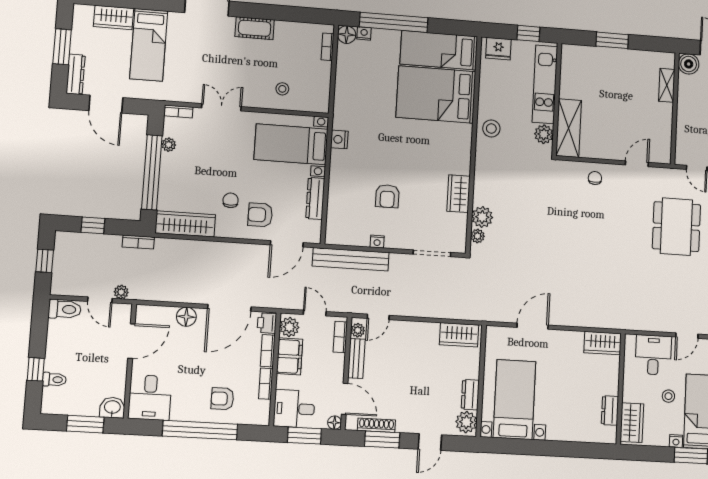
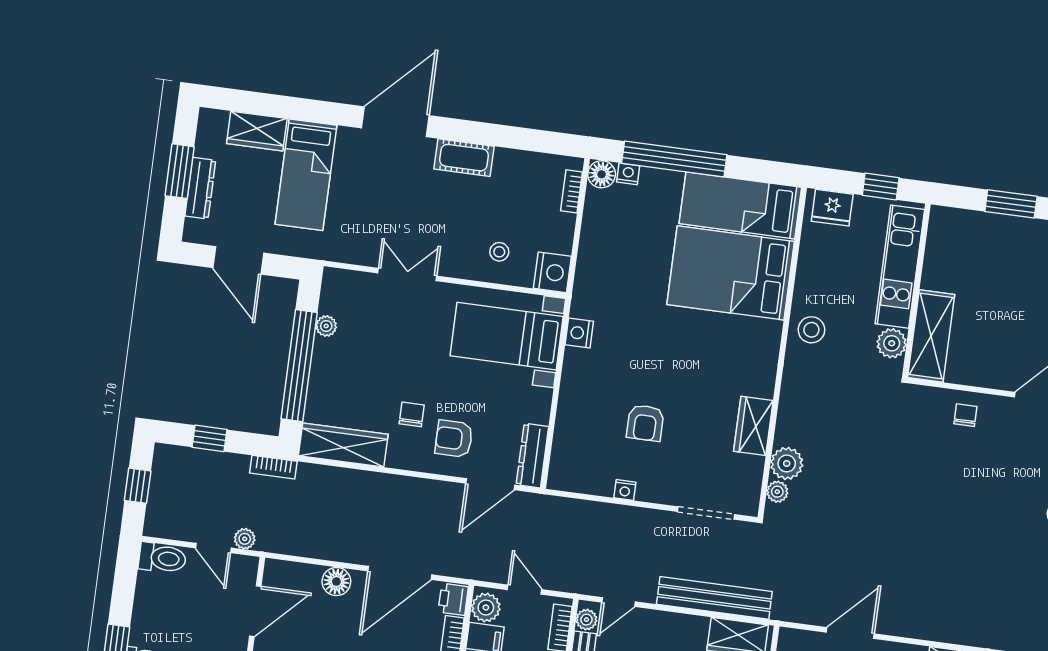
dresser: (76, 74) -> (200, 188), moved
nightstand: (319, 100) -> (552, 272), added
bookcase: (178, 111) -> (343, 277), removed
dresser: (315, 198) -> (532, 456), moved
bench: (351, 259) -> (714, 598), moved

